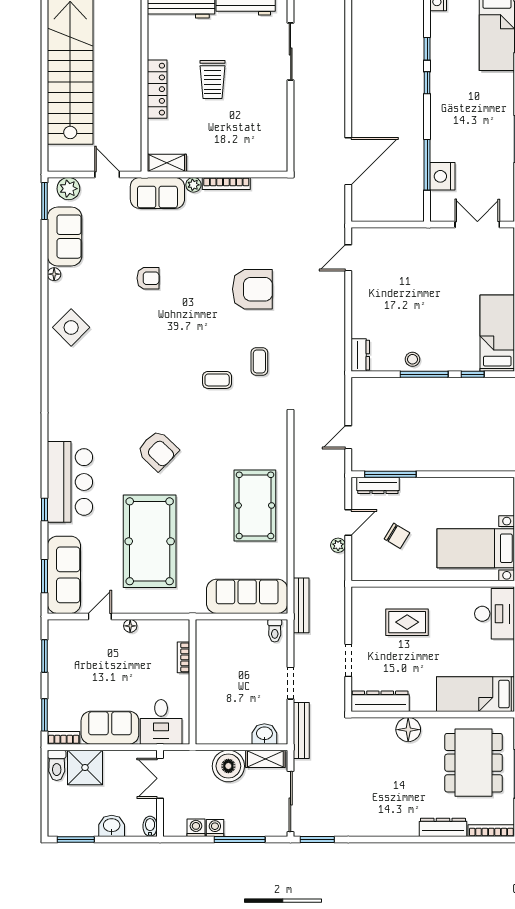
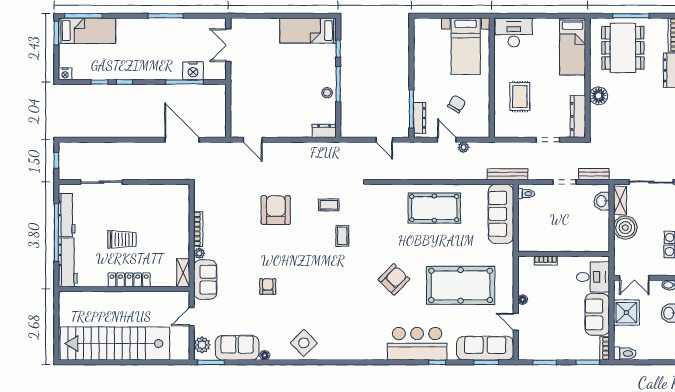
bench: (301, 731) -> (594, 174), width x0.73
dining table: (474, 763) -> (623, 48), turned 90
shower: (85, 767) -> (626, 313), moved

